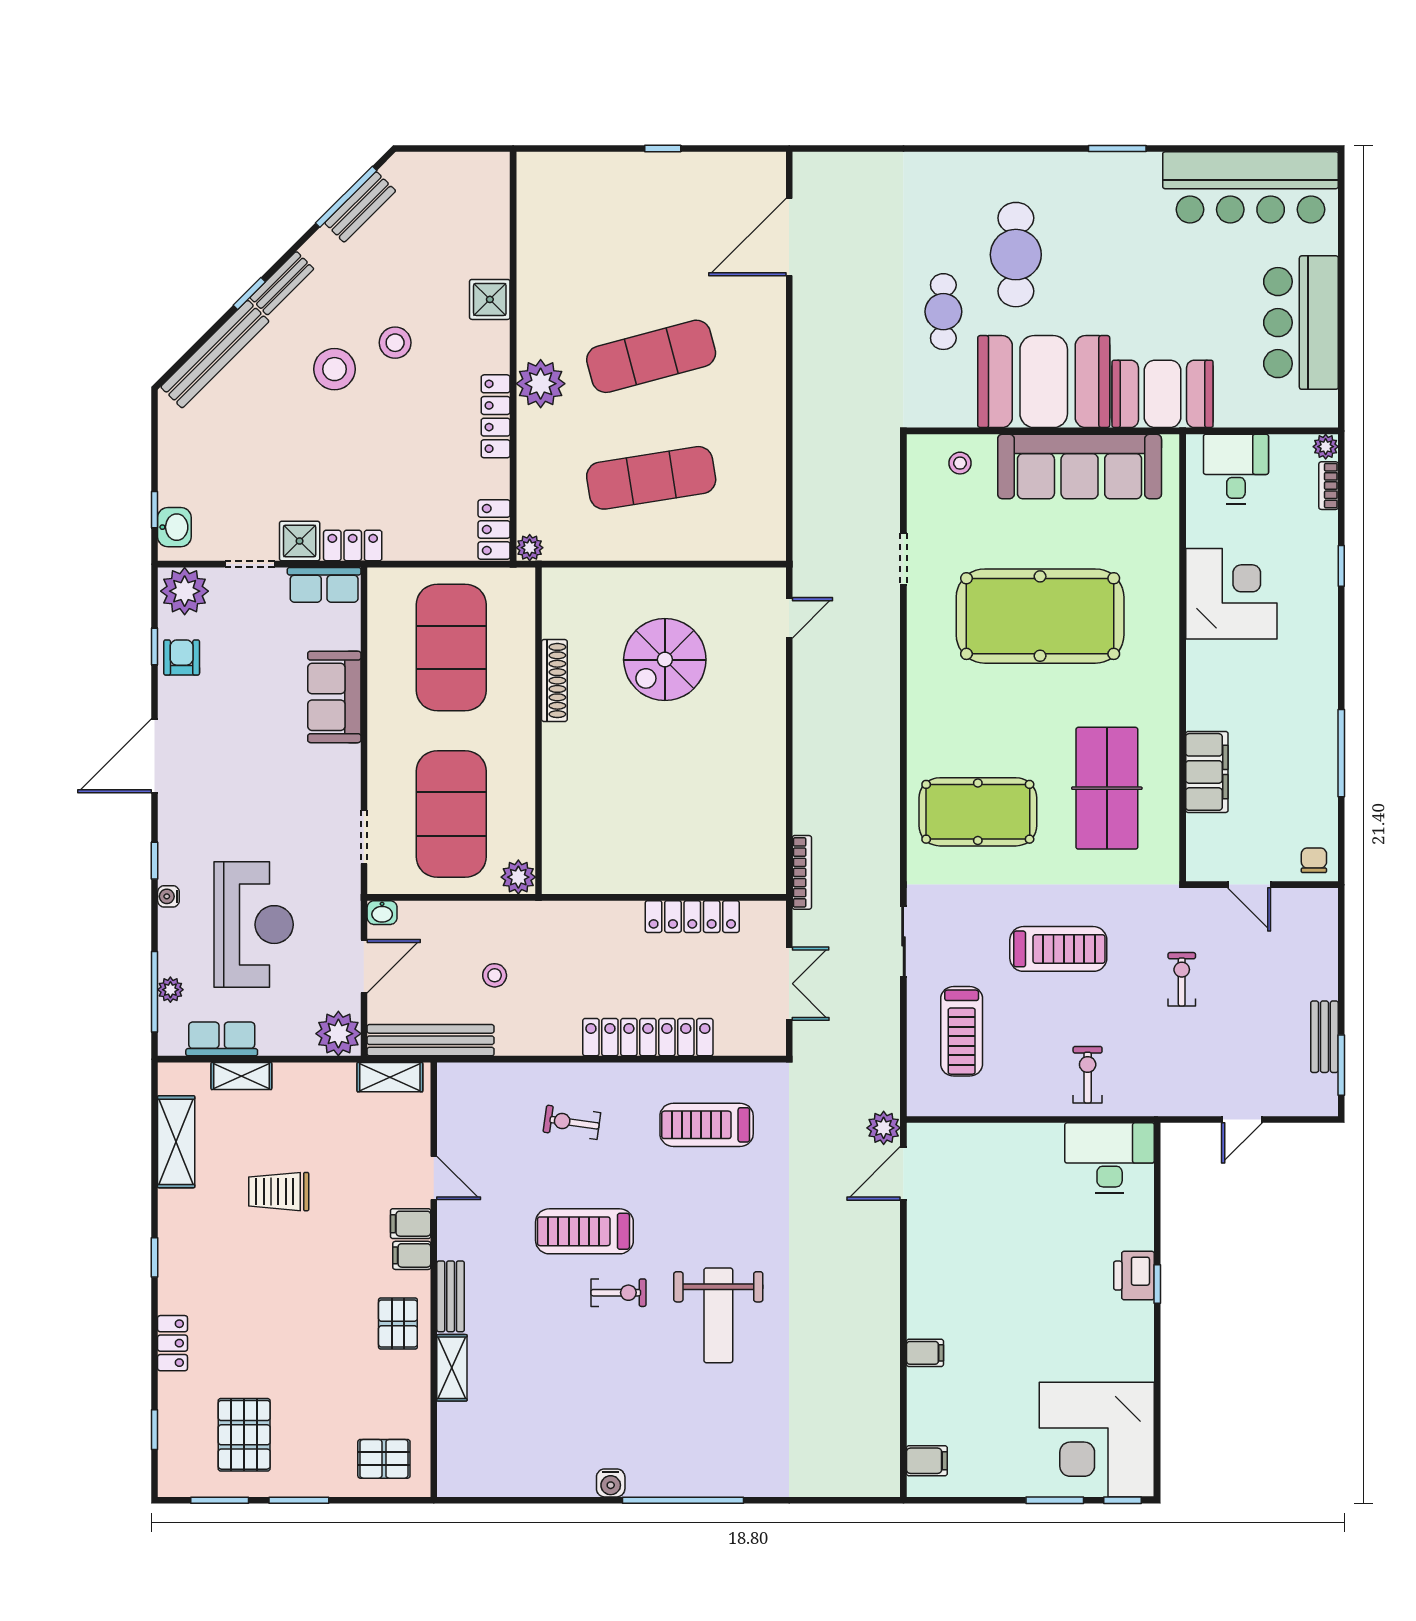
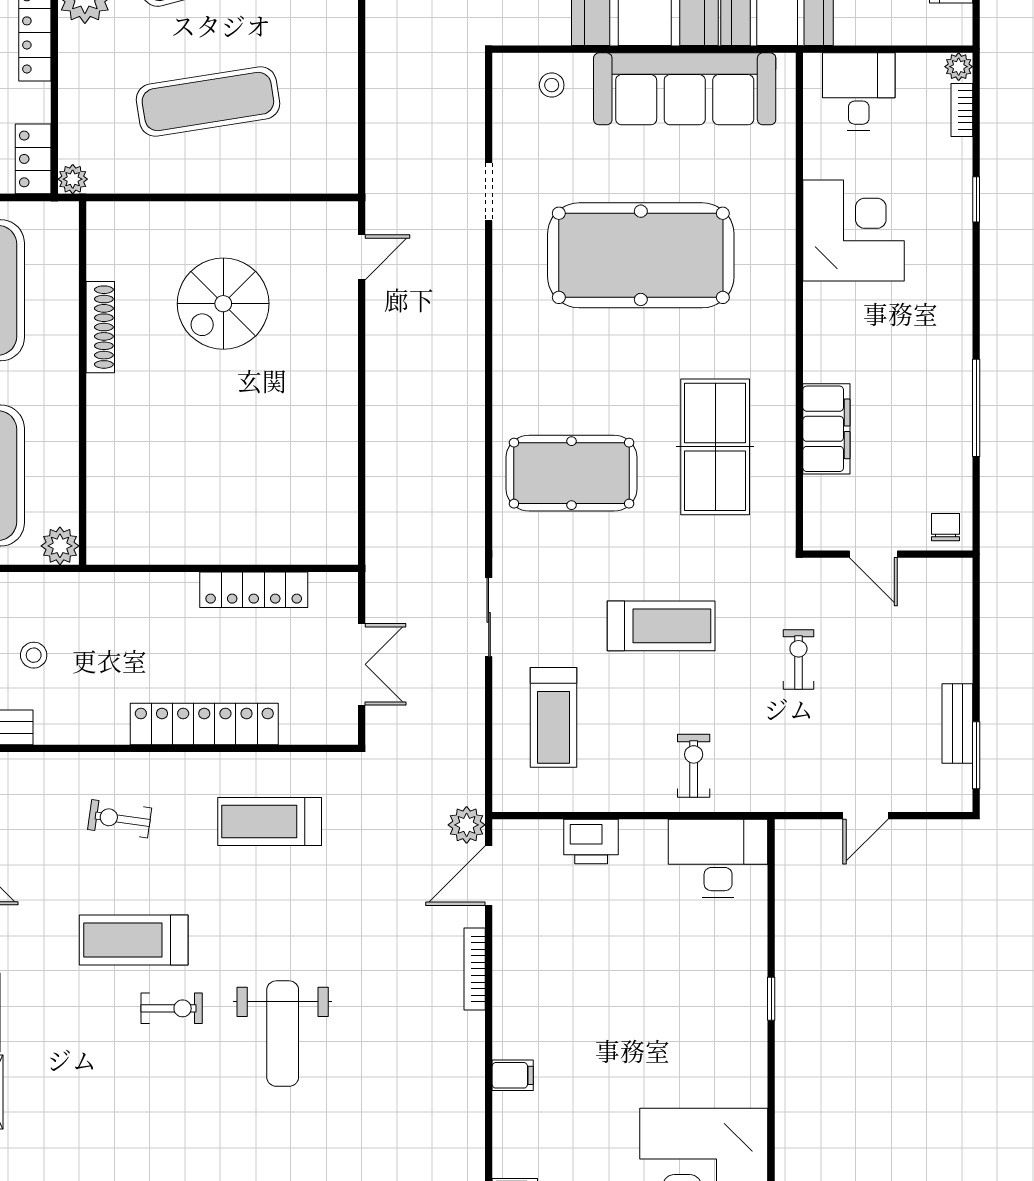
bookcase: (802, 872) -> (475, 969), moved, turned 180
printer: (1134, 1276) -> (591, 842), moved, turned -90

